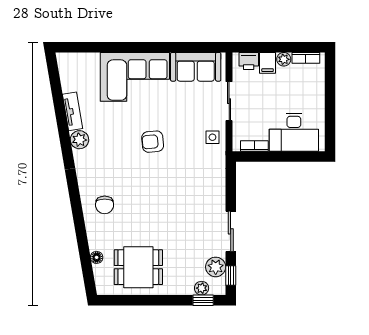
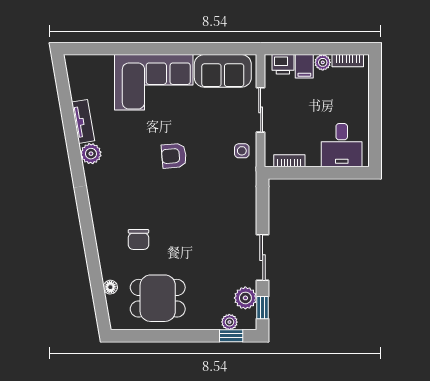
desk: (294, 132) -> (342, 145), width x0.73
chair: (105, 205) -> (138, 239), moved

